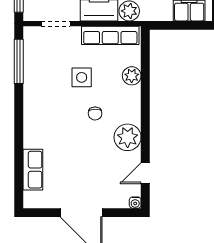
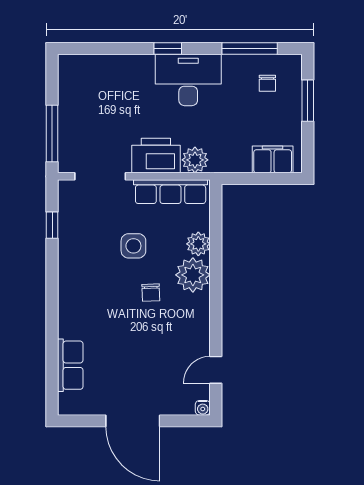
doorway: (56, 24) -> (100, 176), width x1.38
window: (19, 61) -> (52, 225), width x0.46
plant: (128, 137) -> (193, 275), moved

